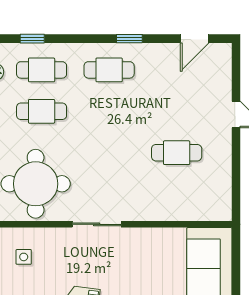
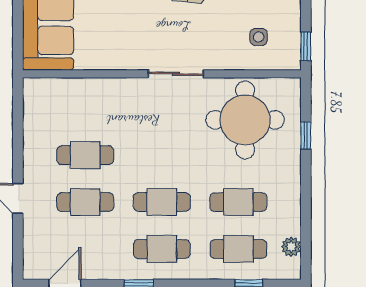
cafe table: (109, 111) -> (162, 202), added
cafe table: (177, 111) -> (85, 202), added

